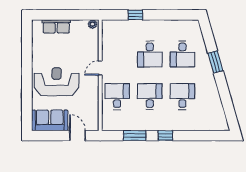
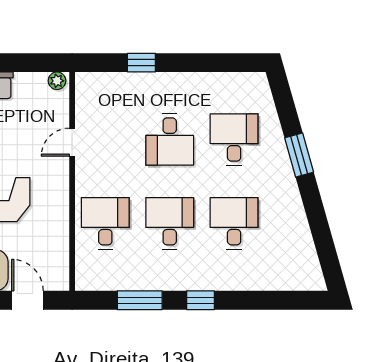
desk: (182, 54) -> (234, 140), turned 180
door: (100, 68) -> (72, 142), moved

